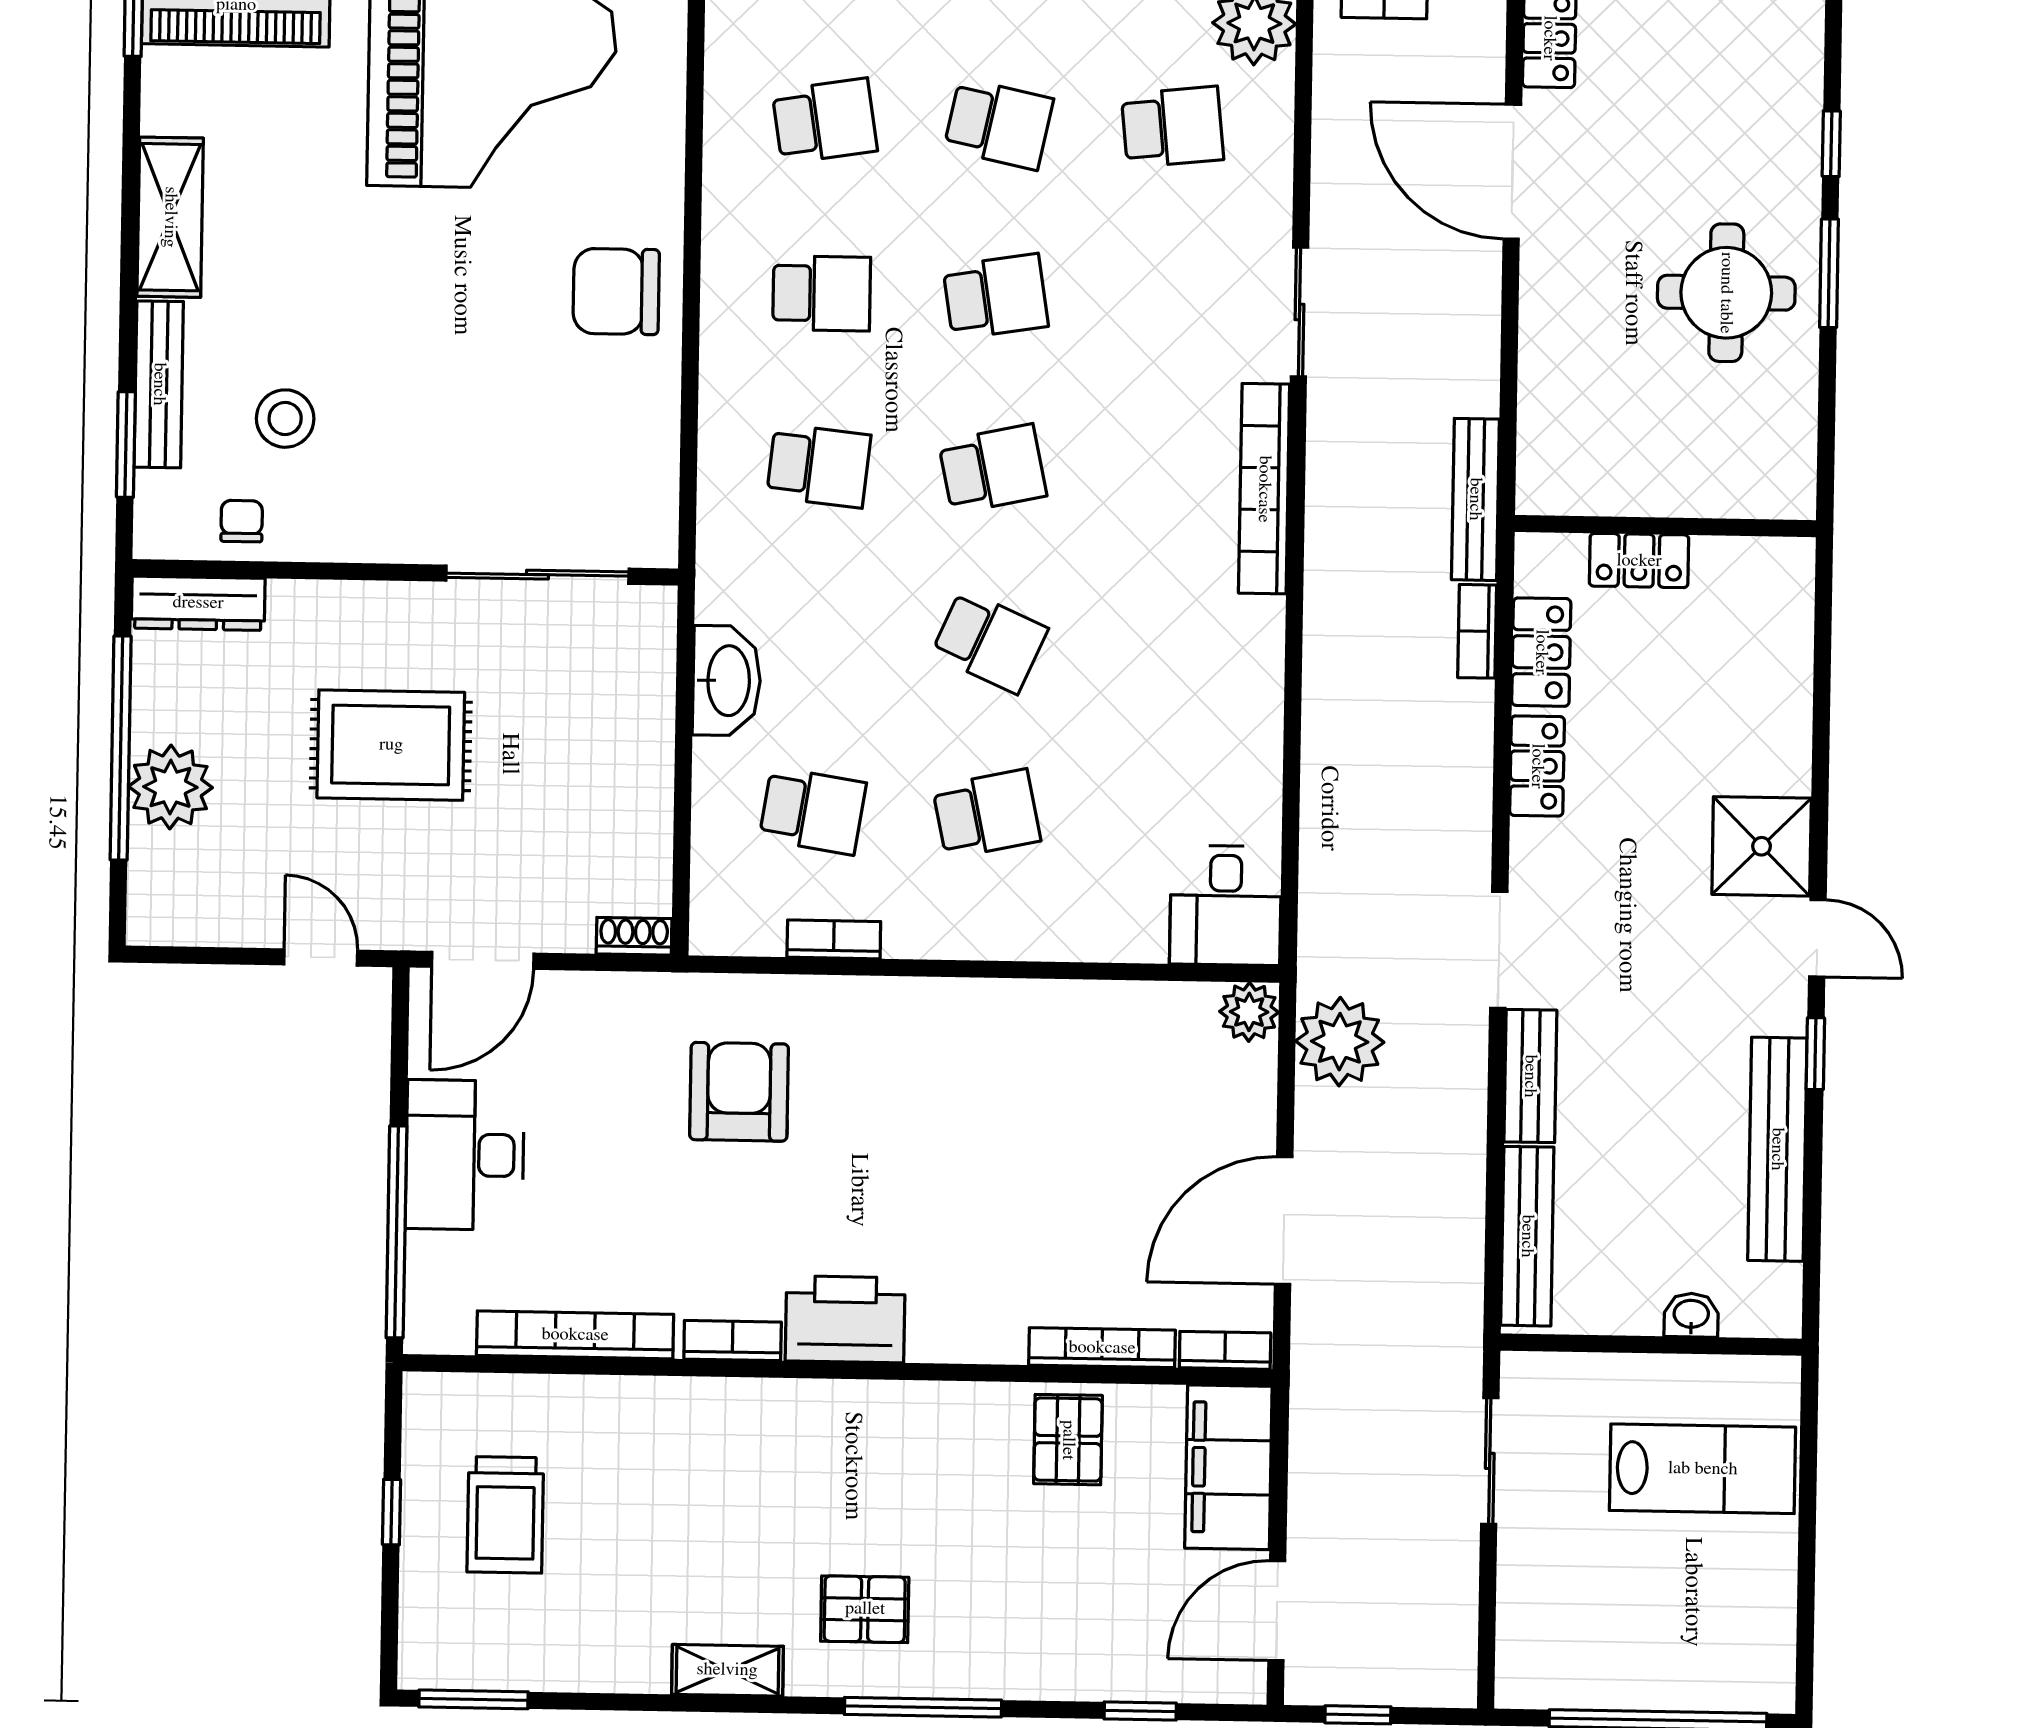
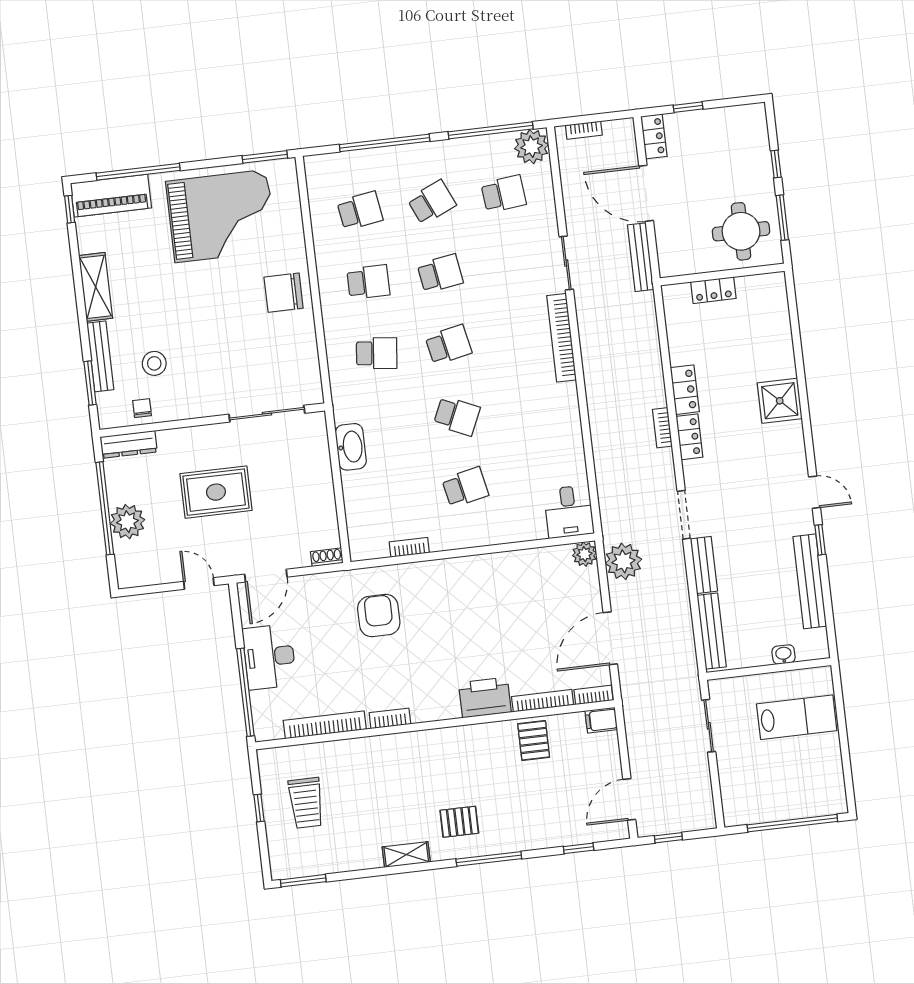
school desk: (999, 124) -> (432, 202), turned -36
bench: (1475, 499) -> (641, 257), moved
wall: (1665, 526) -> (722, 275), moved
locker: (1639, 561) -> (713, 290), moved
bookcase: (1477, 631) -> (662, 428), moved
school desk: (813, 811) -> (393, 496), removed
shower: (1762, 846) -> (780, 401), moved
printer: (845, 1319) -> (485, 697), moved
filing cabinet: (1228, 1467) -> (601, 720), width x0.33, depth x0.86

